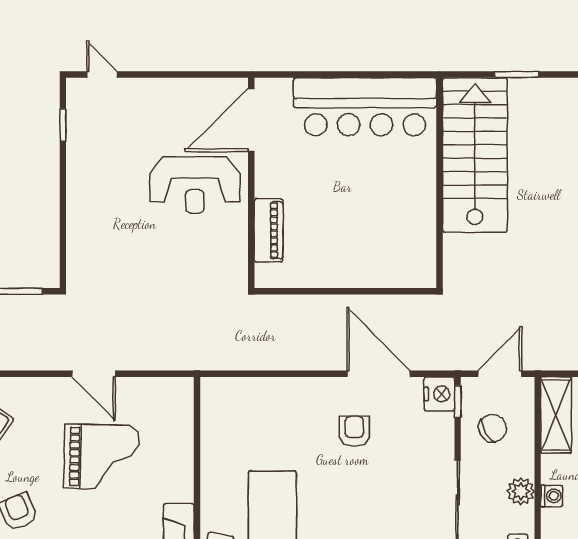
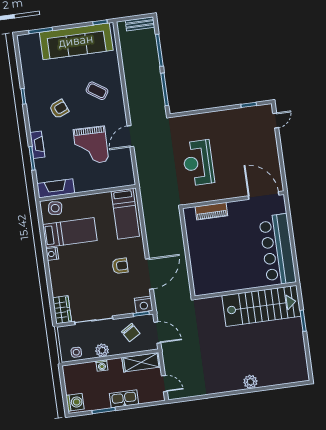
reception desk: (195, 185) -> (198, 163), moved
bed: (250, 406) -> (125, 214), added

